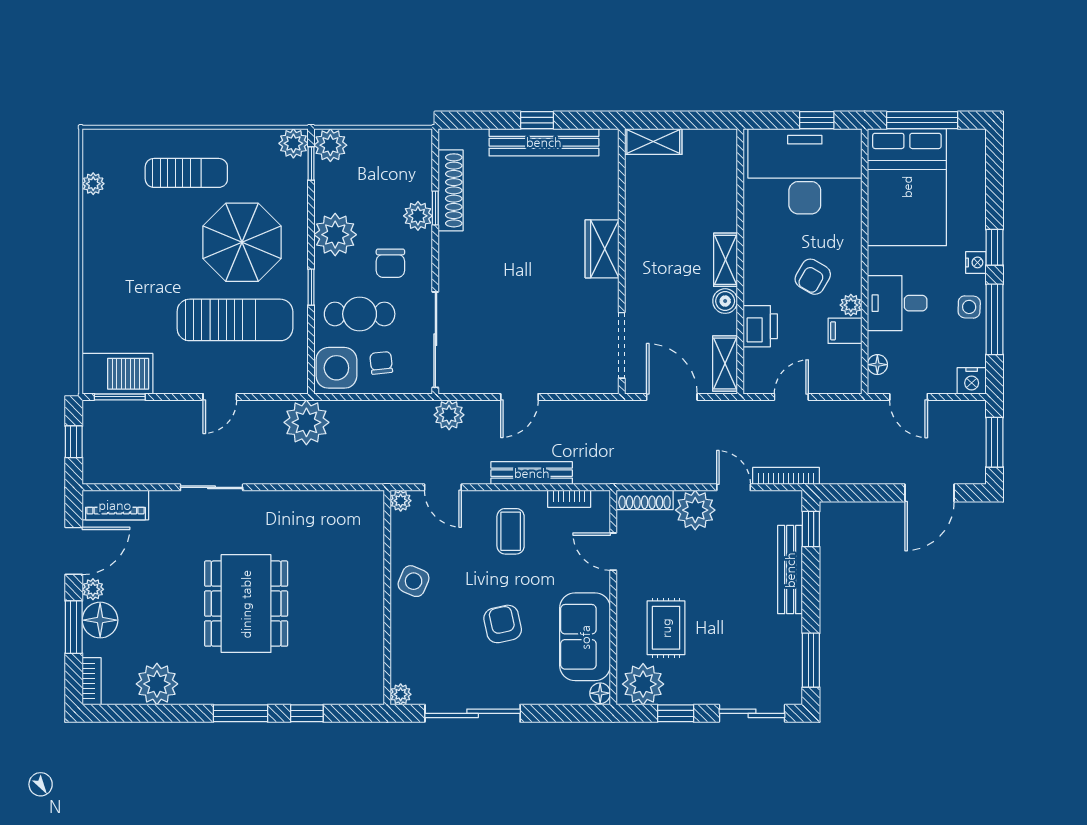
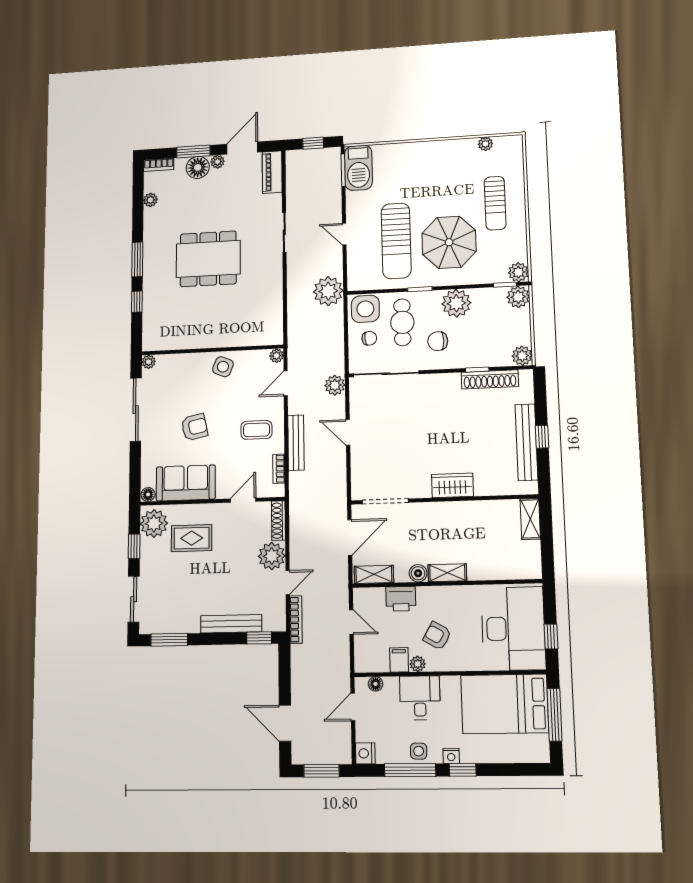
plant: (418, 216) -> (522, 356), moved
door: (74, 551) -> (242, 148), swing flipped
plant: (157, 684) -> (150, 200), width x0.53, depth x0.53

